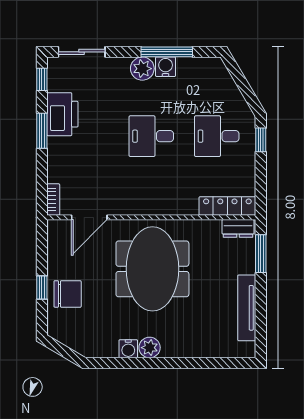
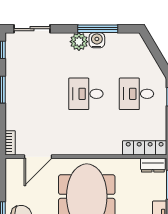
printer: (62, 114) -> (17, 77), removed

